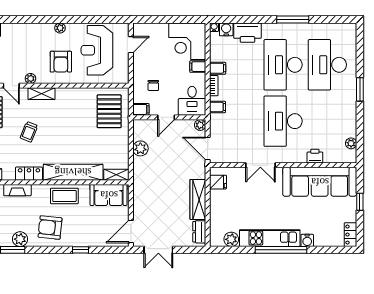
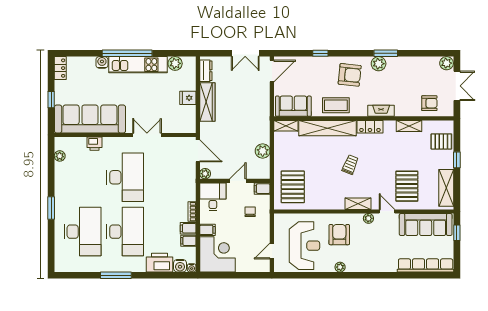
filing cabinet: (217, 107) -> (188, 241), moved
trolley: (29, 132) -> (350, 165), moved
fridge: (218, 182) -> (188, 98), moved
double door: (158, 250) -> (245, 53), swing flipped

